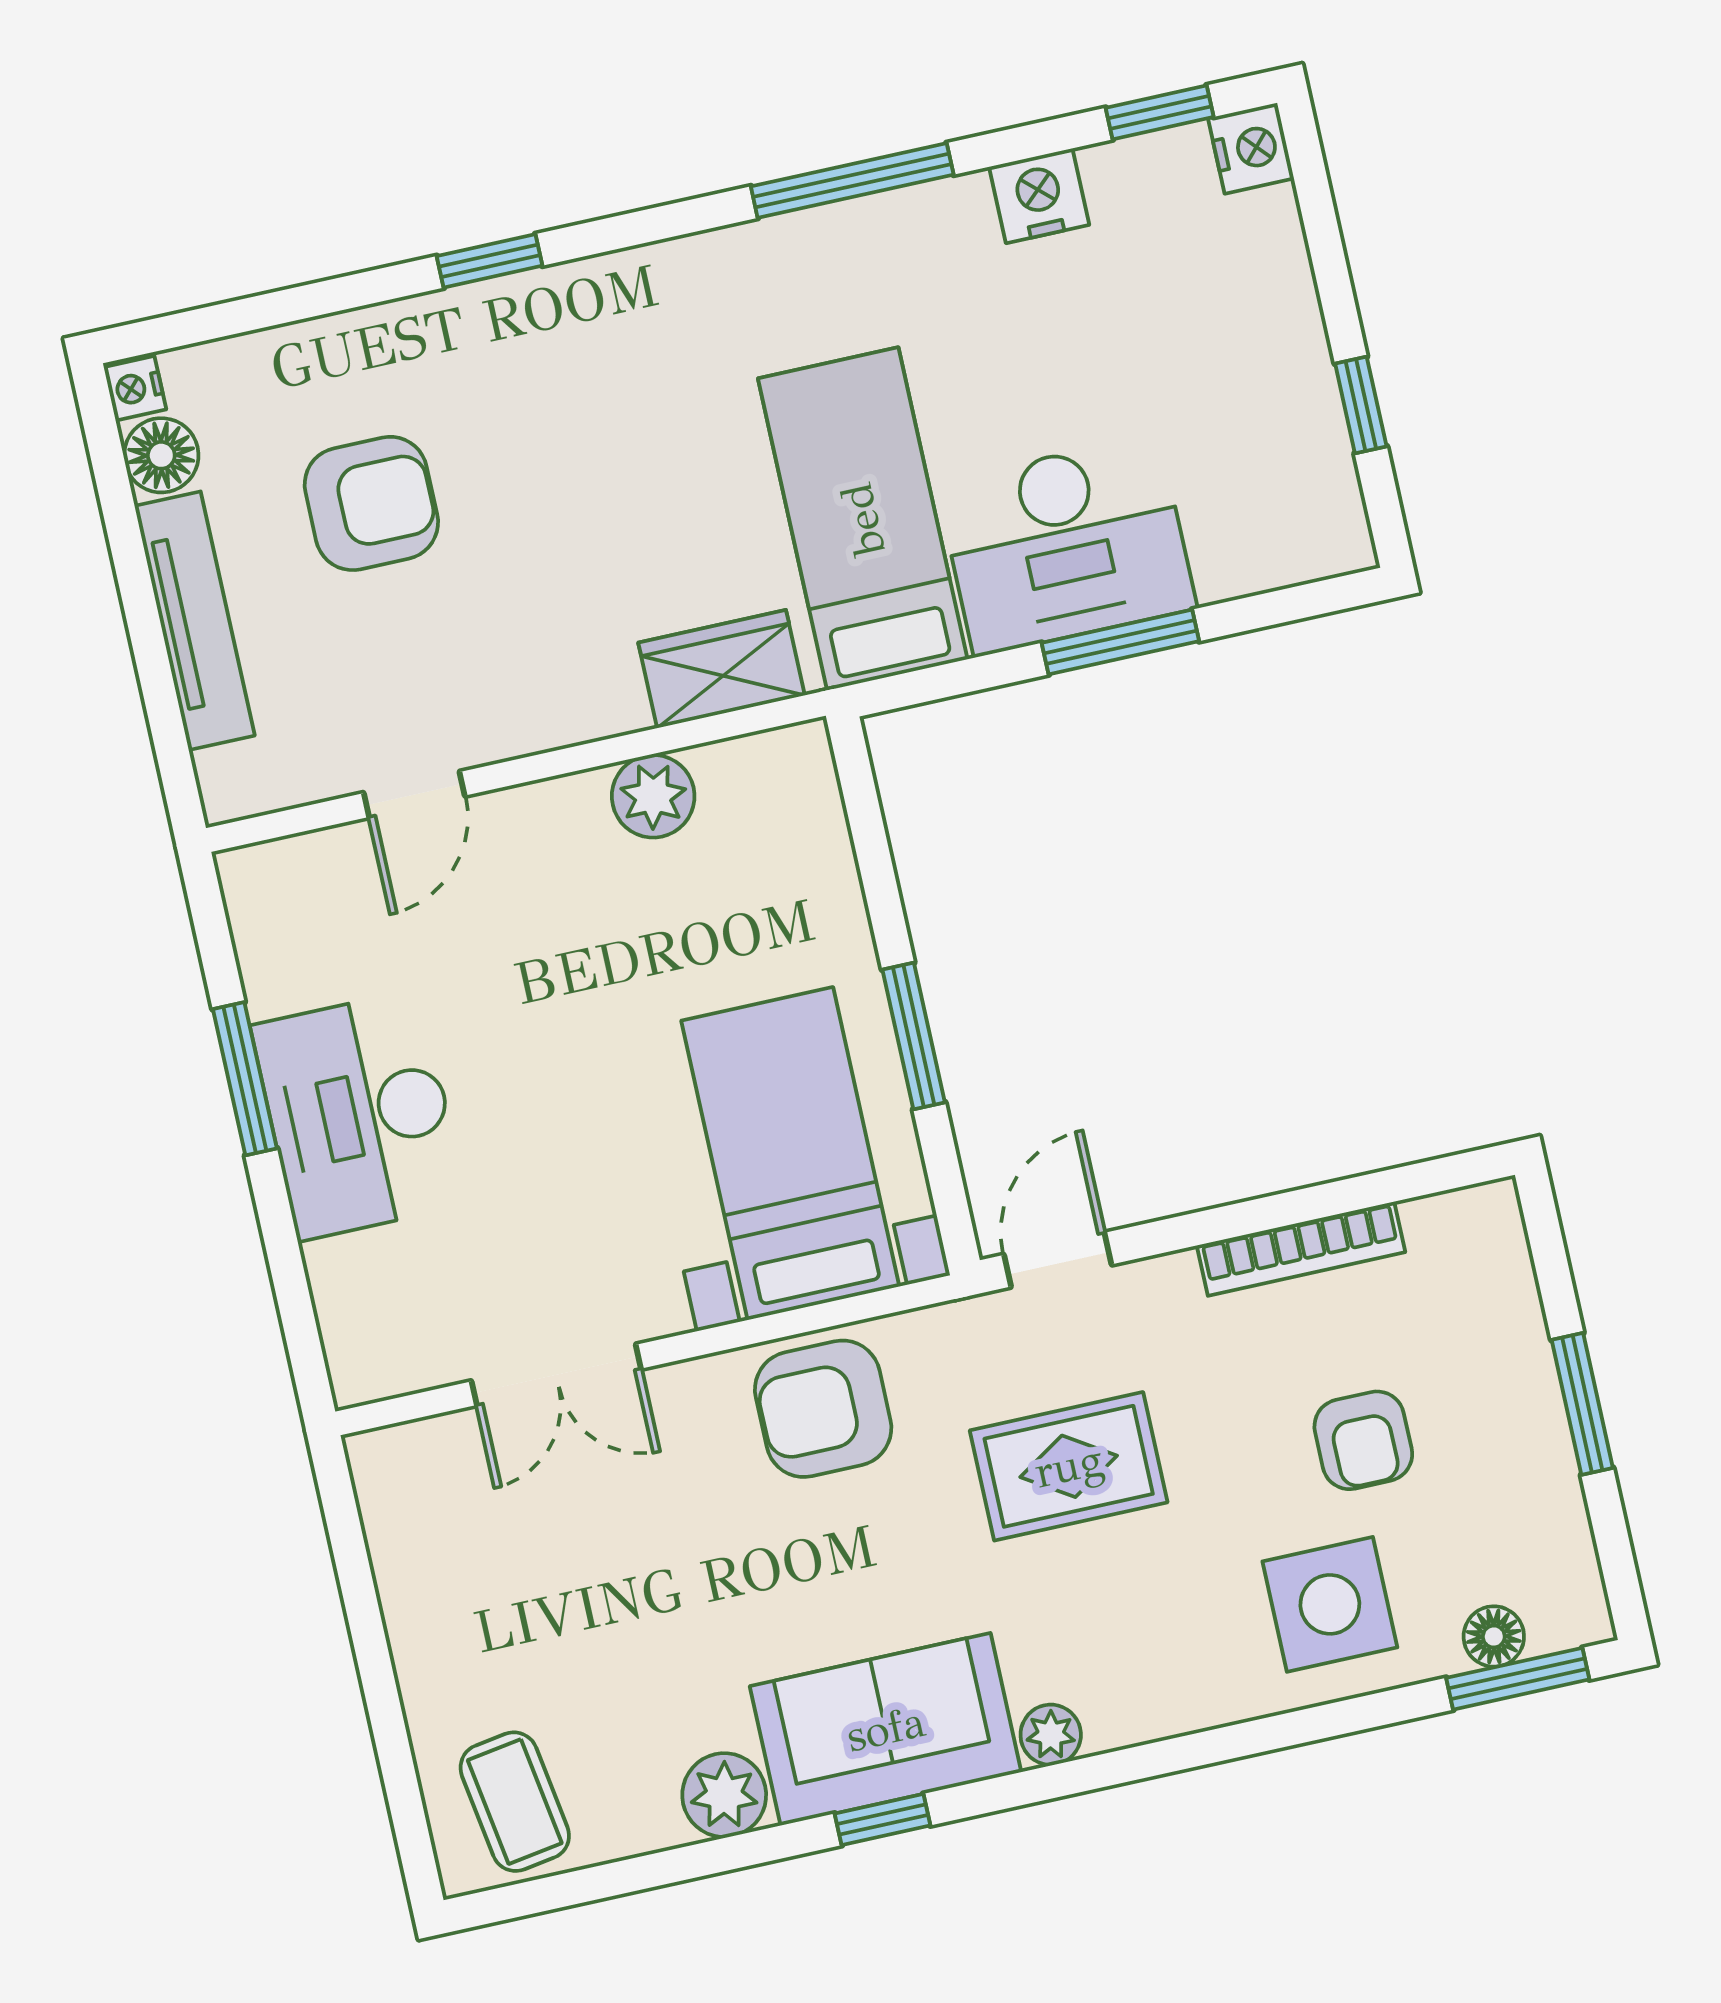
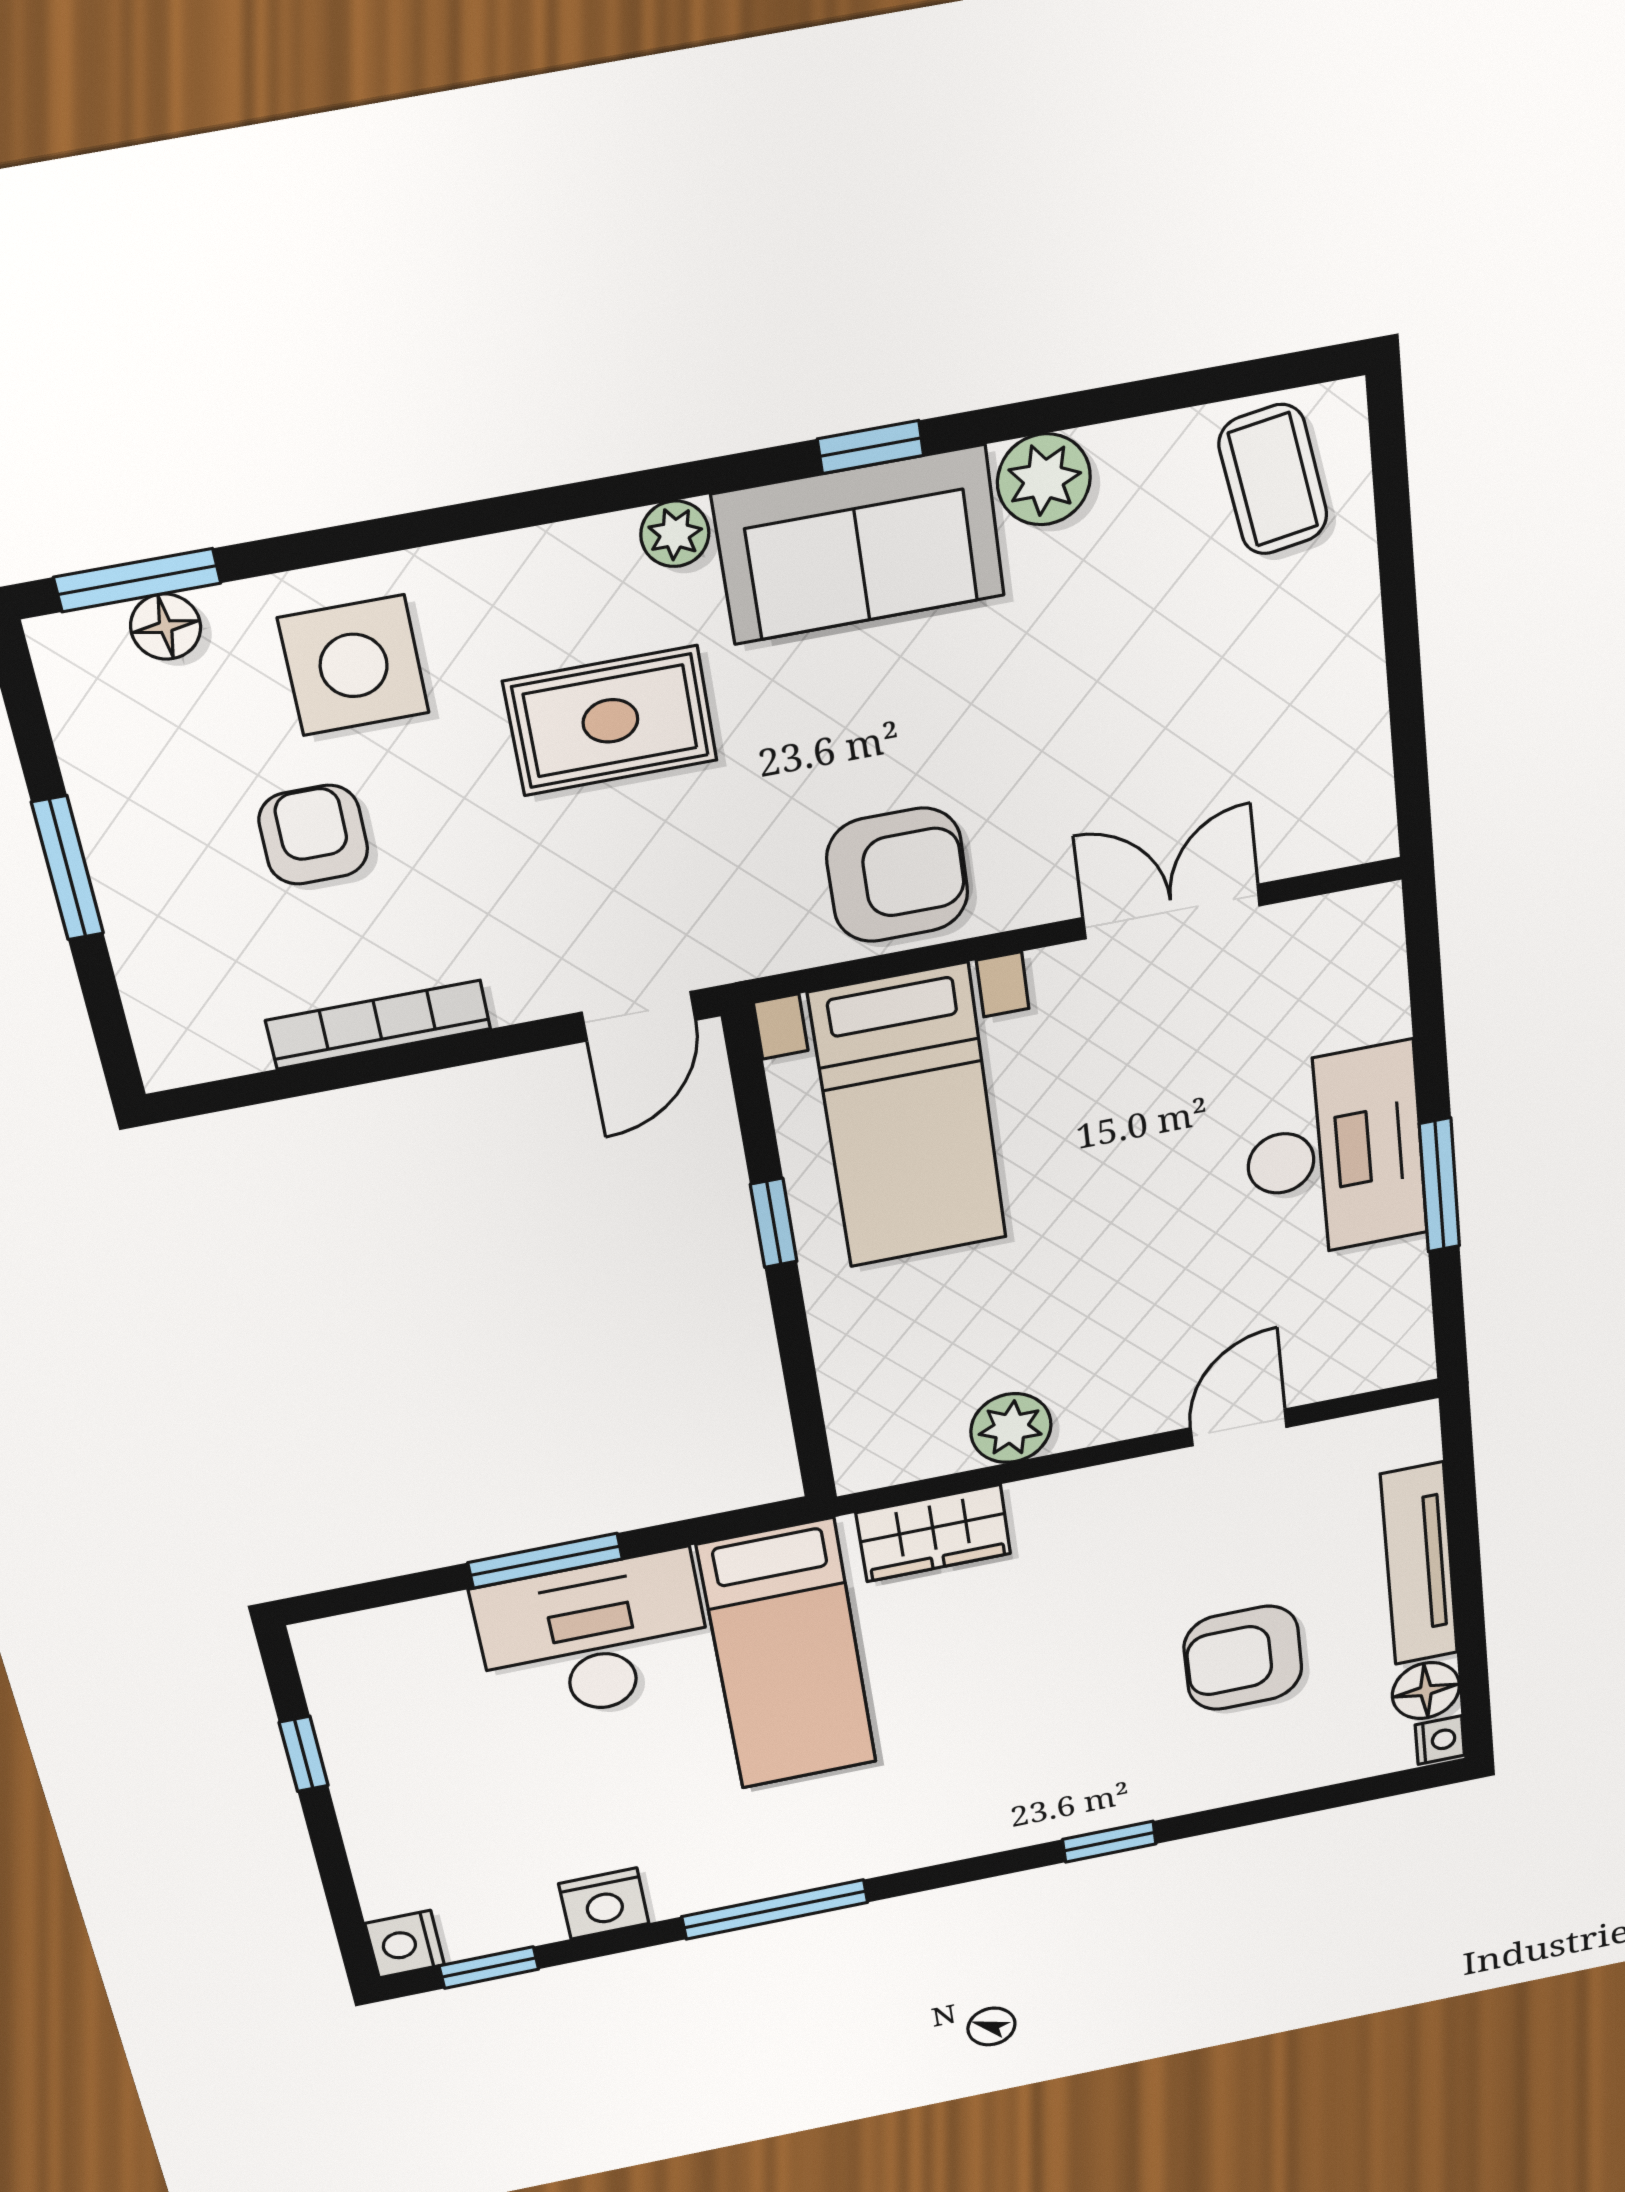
window: (914, 1036) -> (774, 1223), width x0.67
rug: (1069, 1466) -> (610, 721), moved

